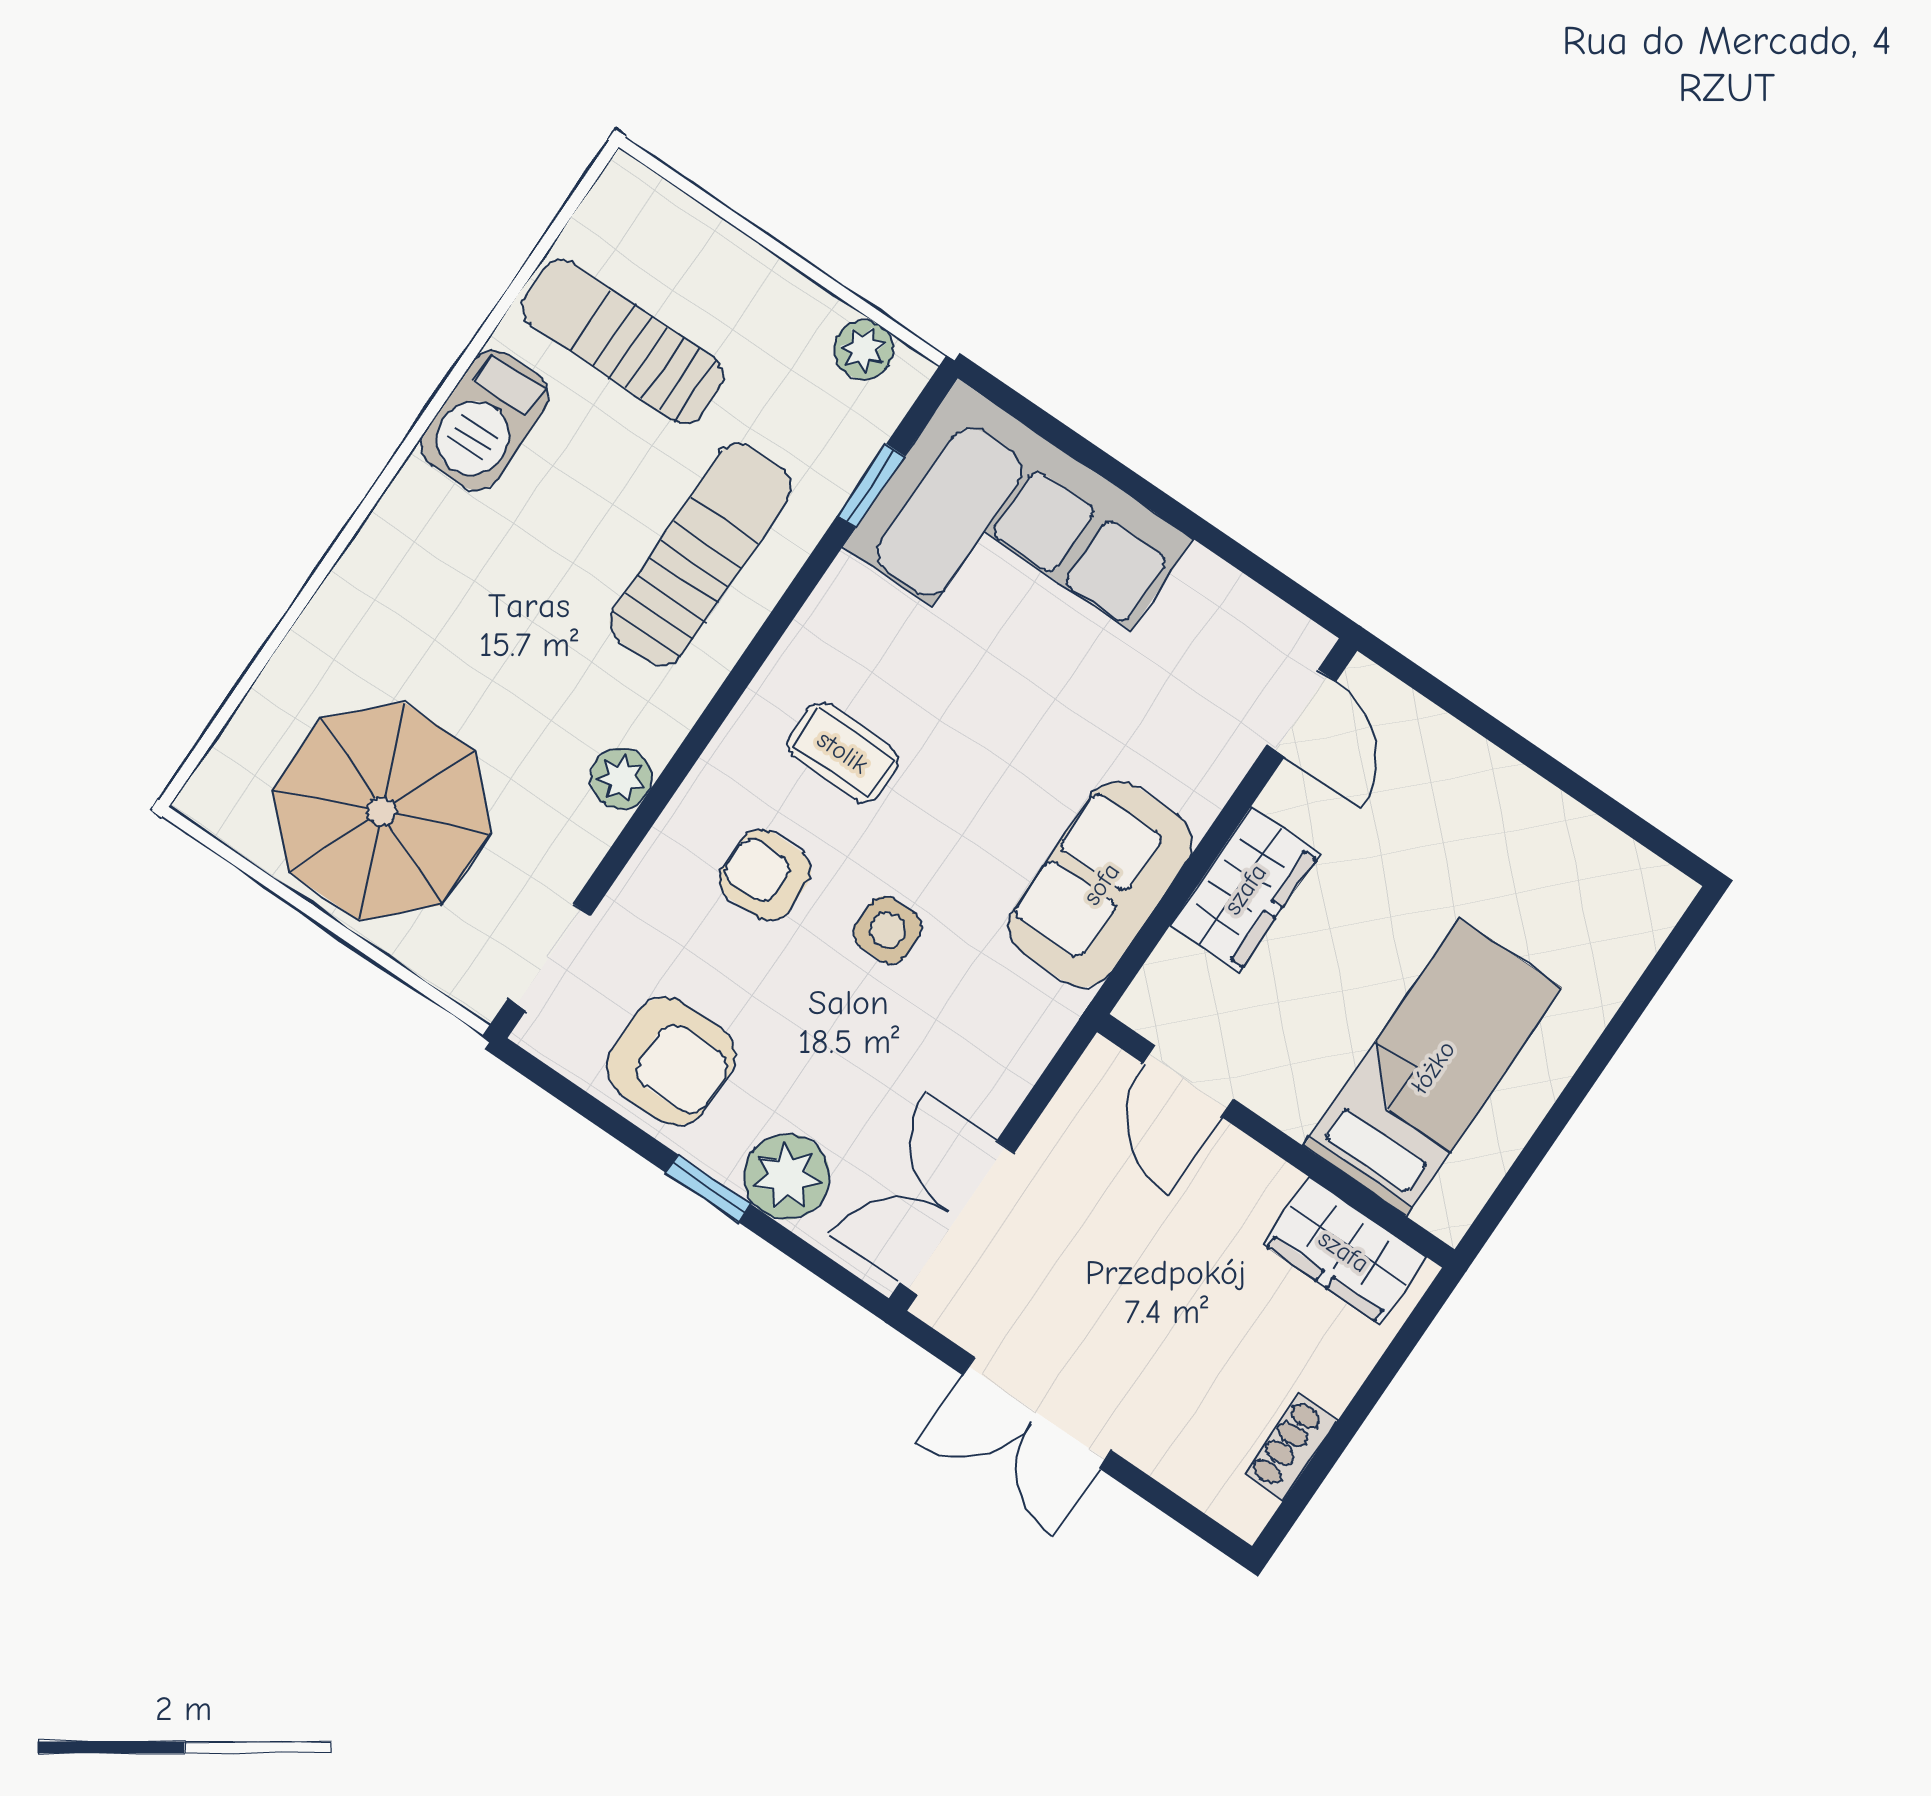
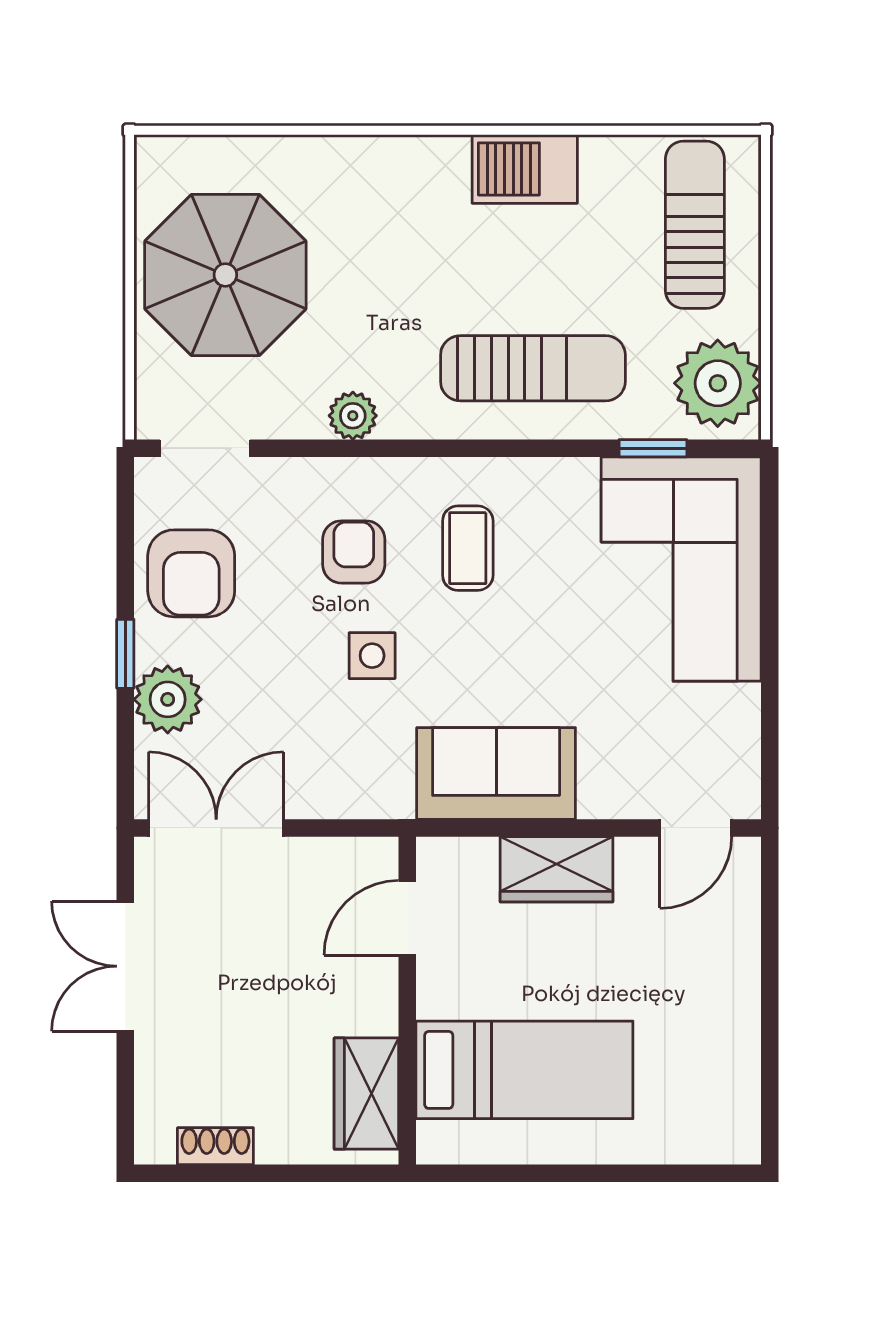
sun lounger: (623, 342) -> (695, 225), moved
plant: (864, 350) -> (718, 383), width x1.88, depth x1.88

